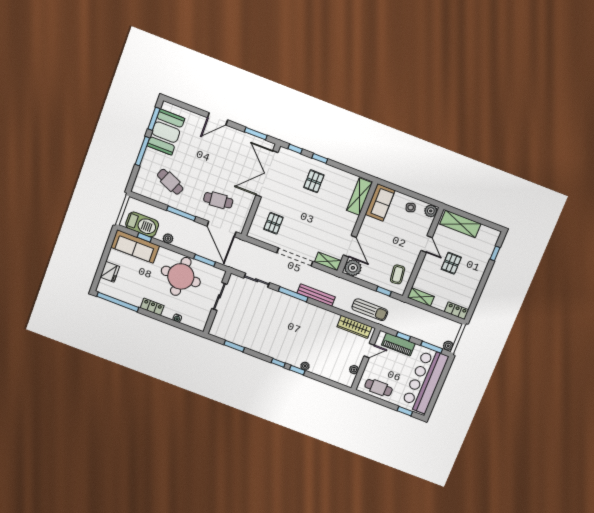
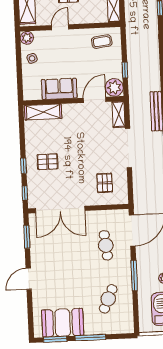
door: (218, 119) -> (29, 279), swing flipped
sofa: (380, 202) -> (59, 89), moved
pallet: (273, 223) -> (105, 183), turned 90
window: (384, 291) -> (125, 70), moved
sun lounger: (370, 310) -> (148, 53), removed

